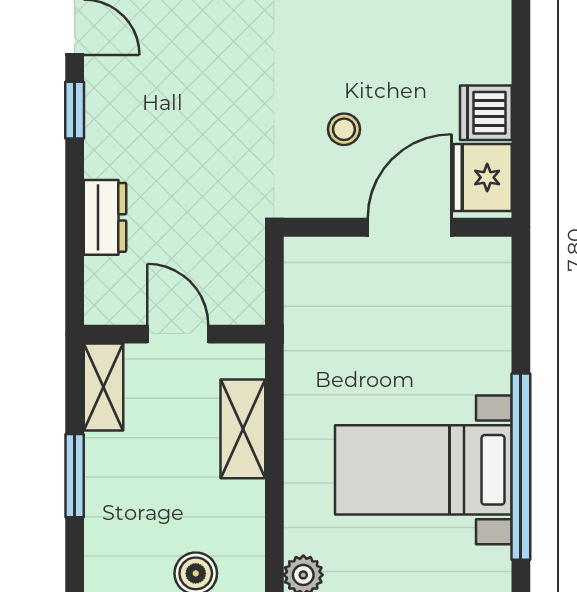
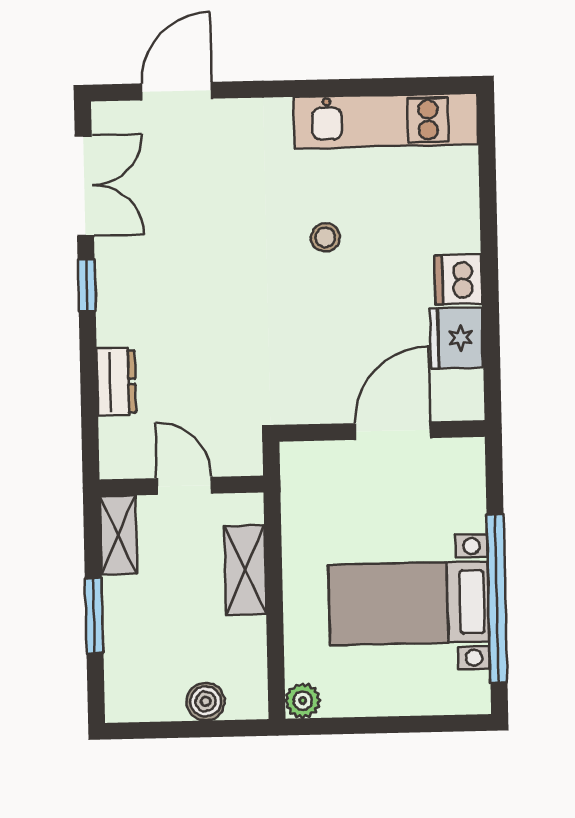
stool: (344, 129) -> (325, 237), moved
wall: (398, 227) -> (382, 431), moved
door: (410, 227) -> (393, 431), moved

